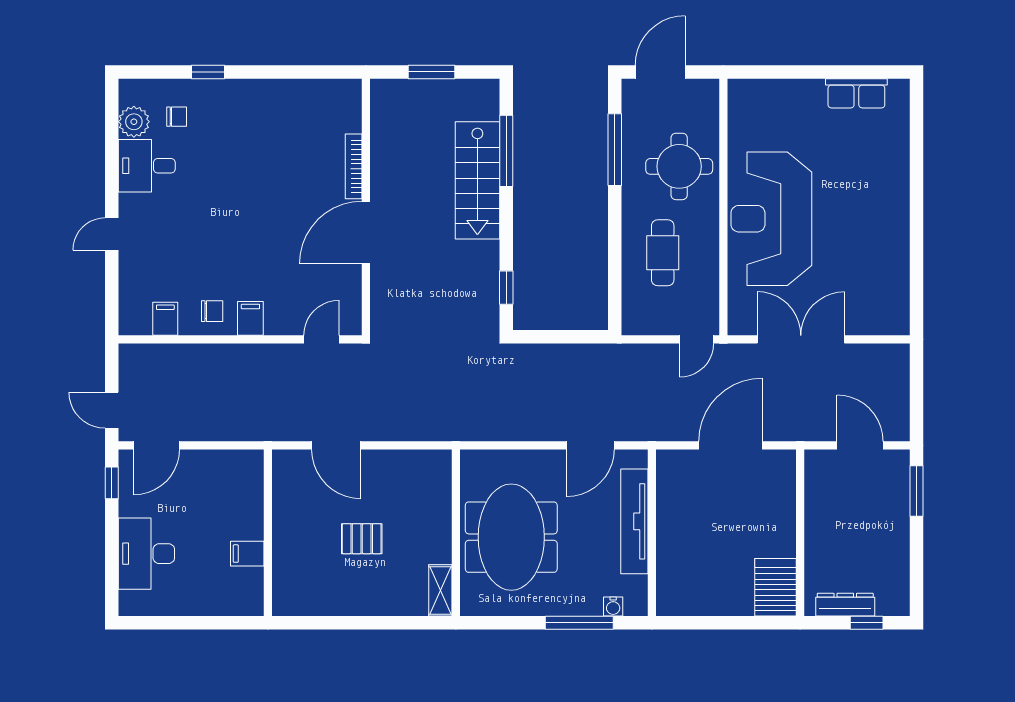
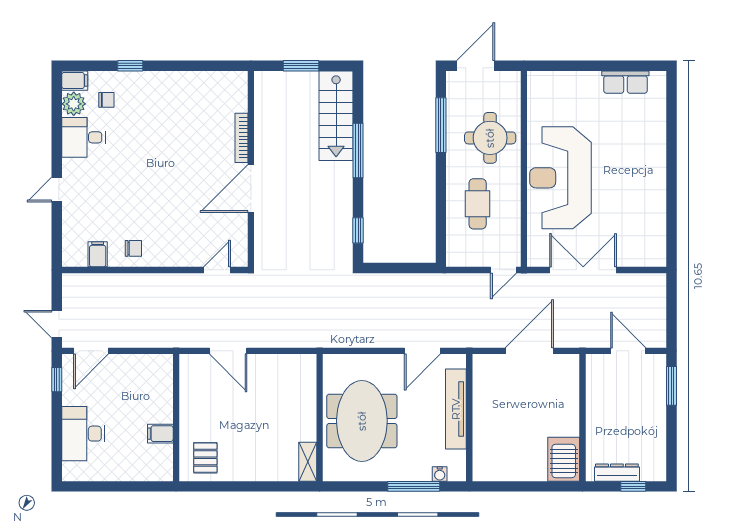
window: (506, 151) -> (358, 151), moved
stairs: (477, 180) -> (336, 116), moved
filing cabinet: (250, 318) -> (75, 81), moved, turned 90
pallet: (362, 539) -> (205, 458), moved, turned 90

